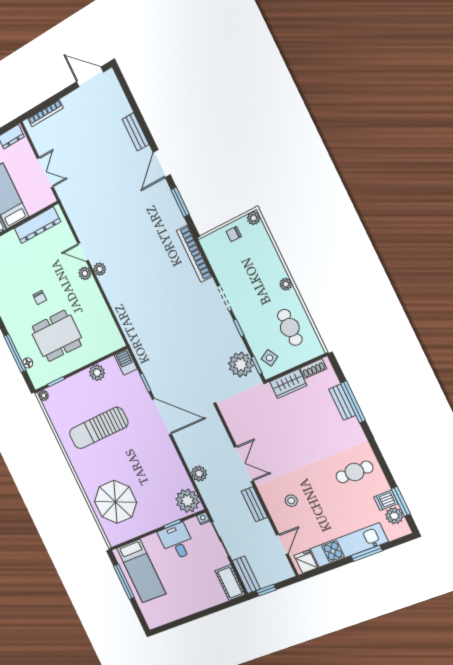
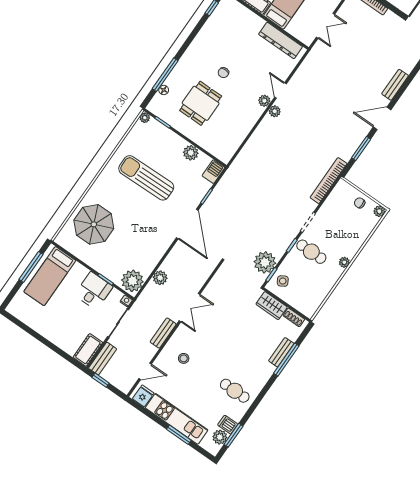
cafe table: (290, 327) -> (311, 252), moved, turned 90
dining table: (57, 336) -> (201, 103), width x0.73

